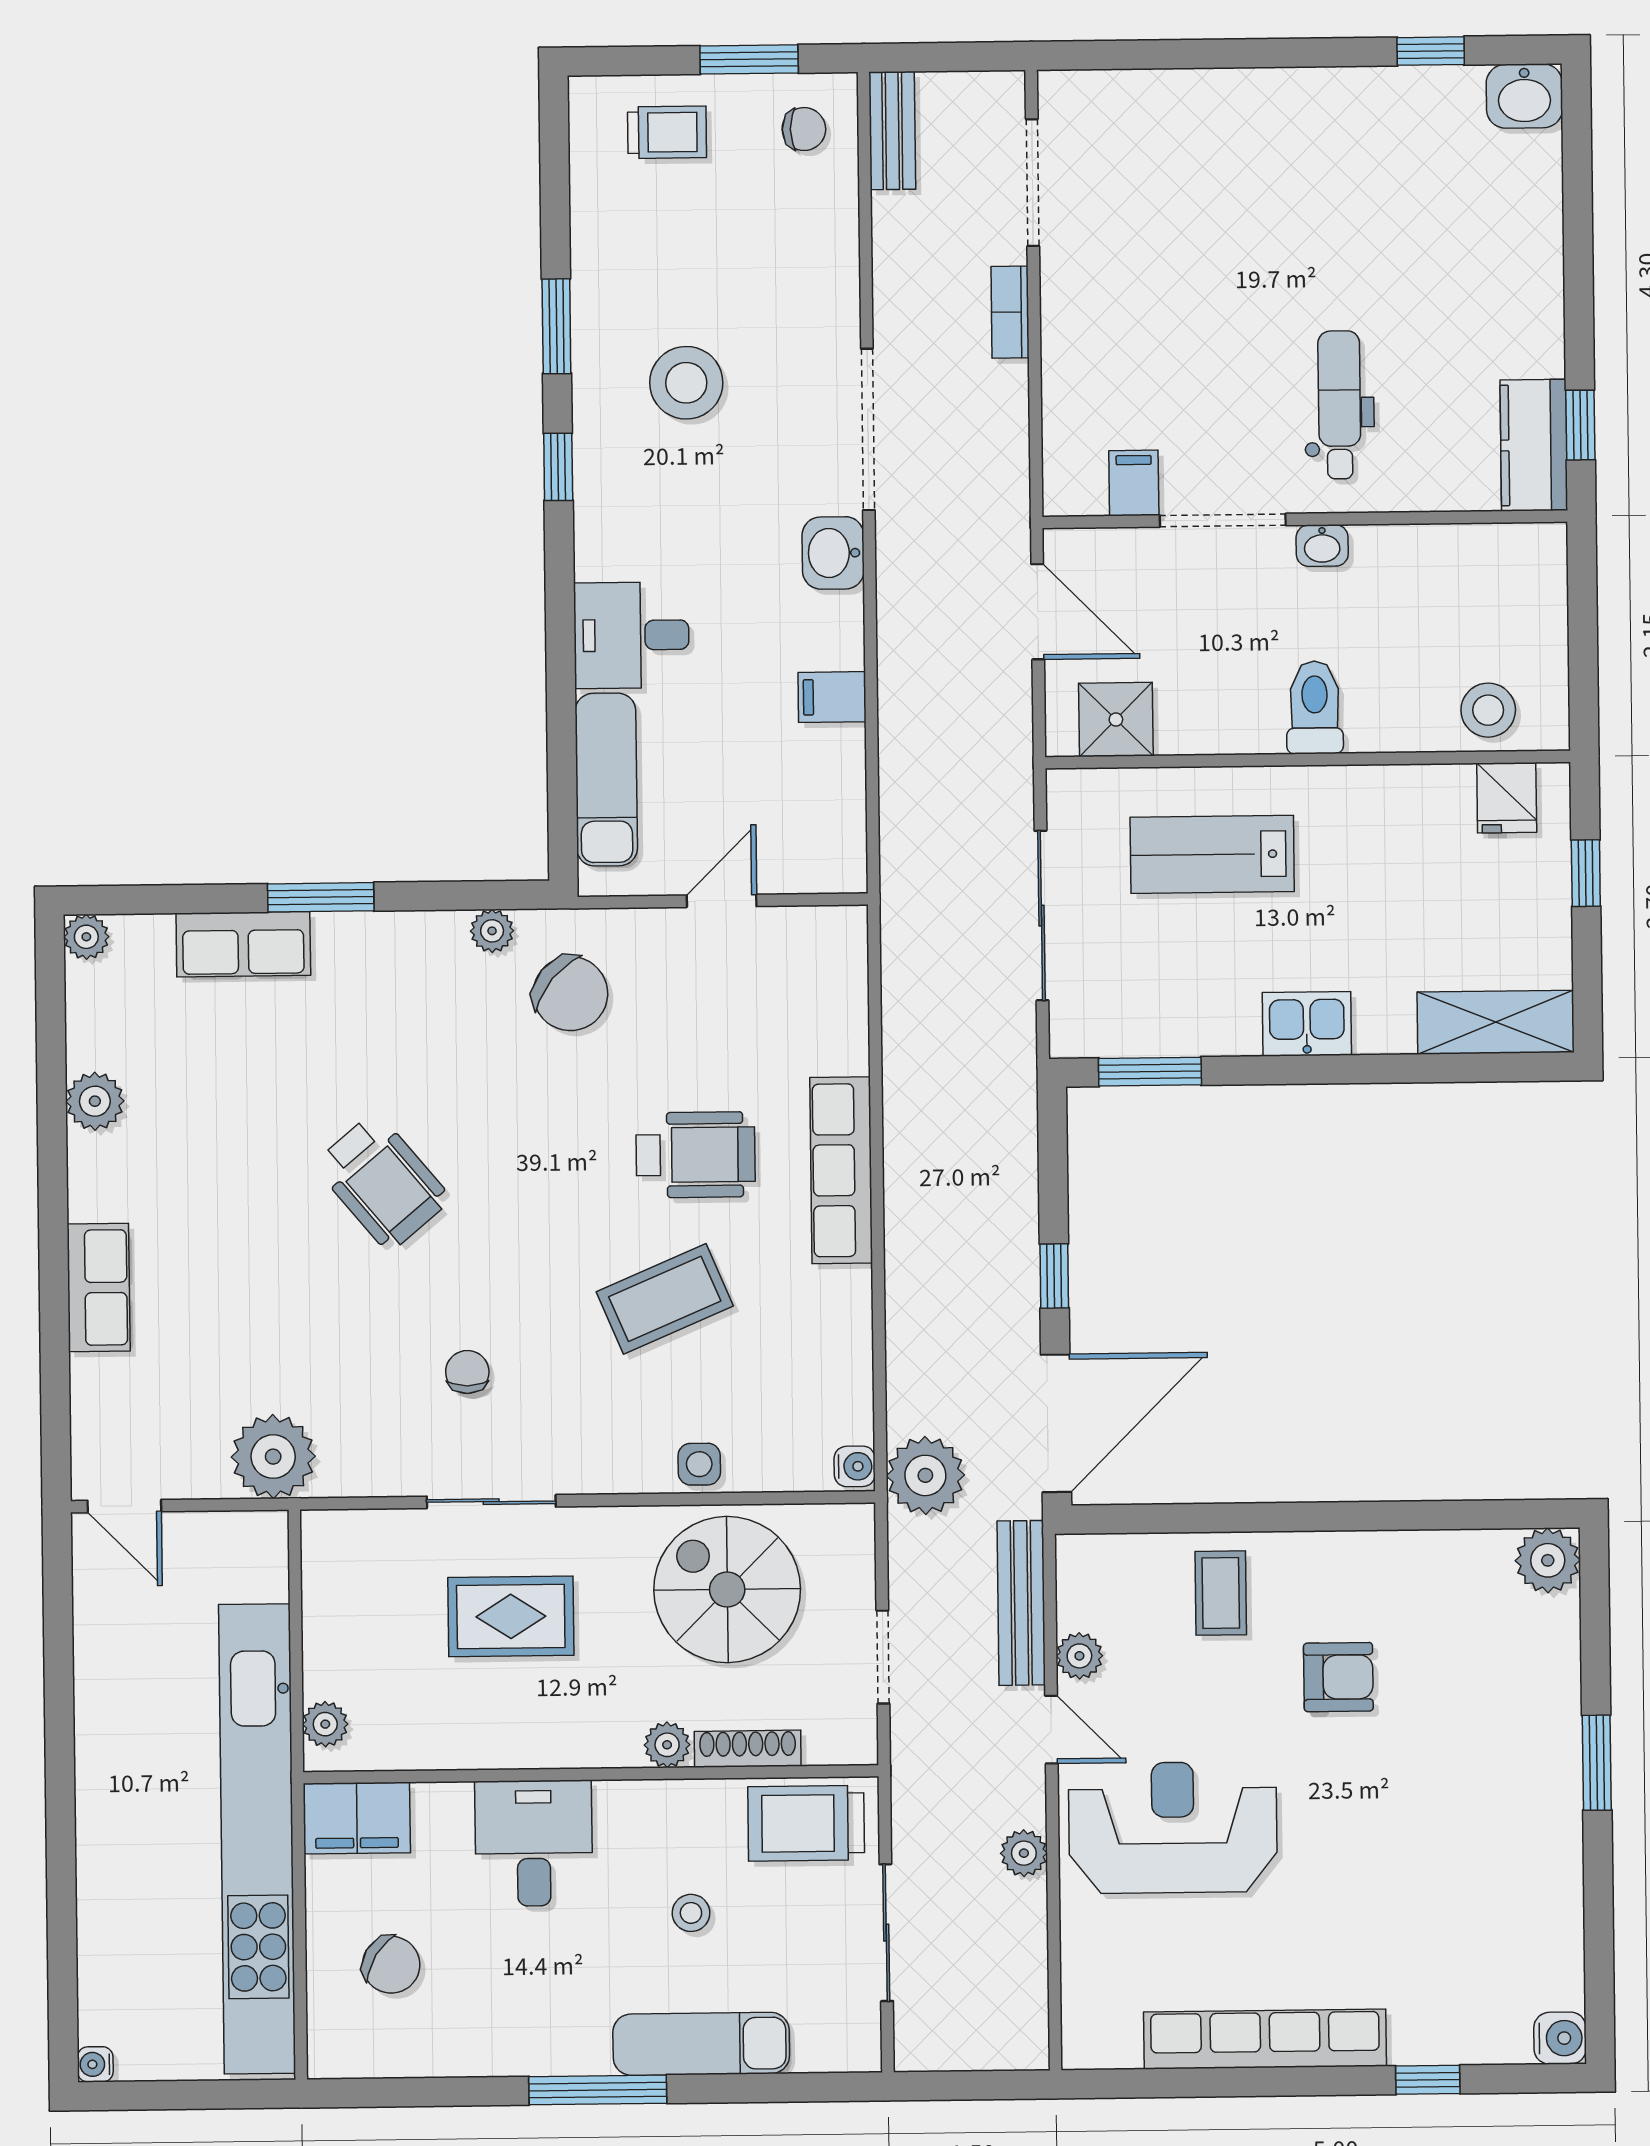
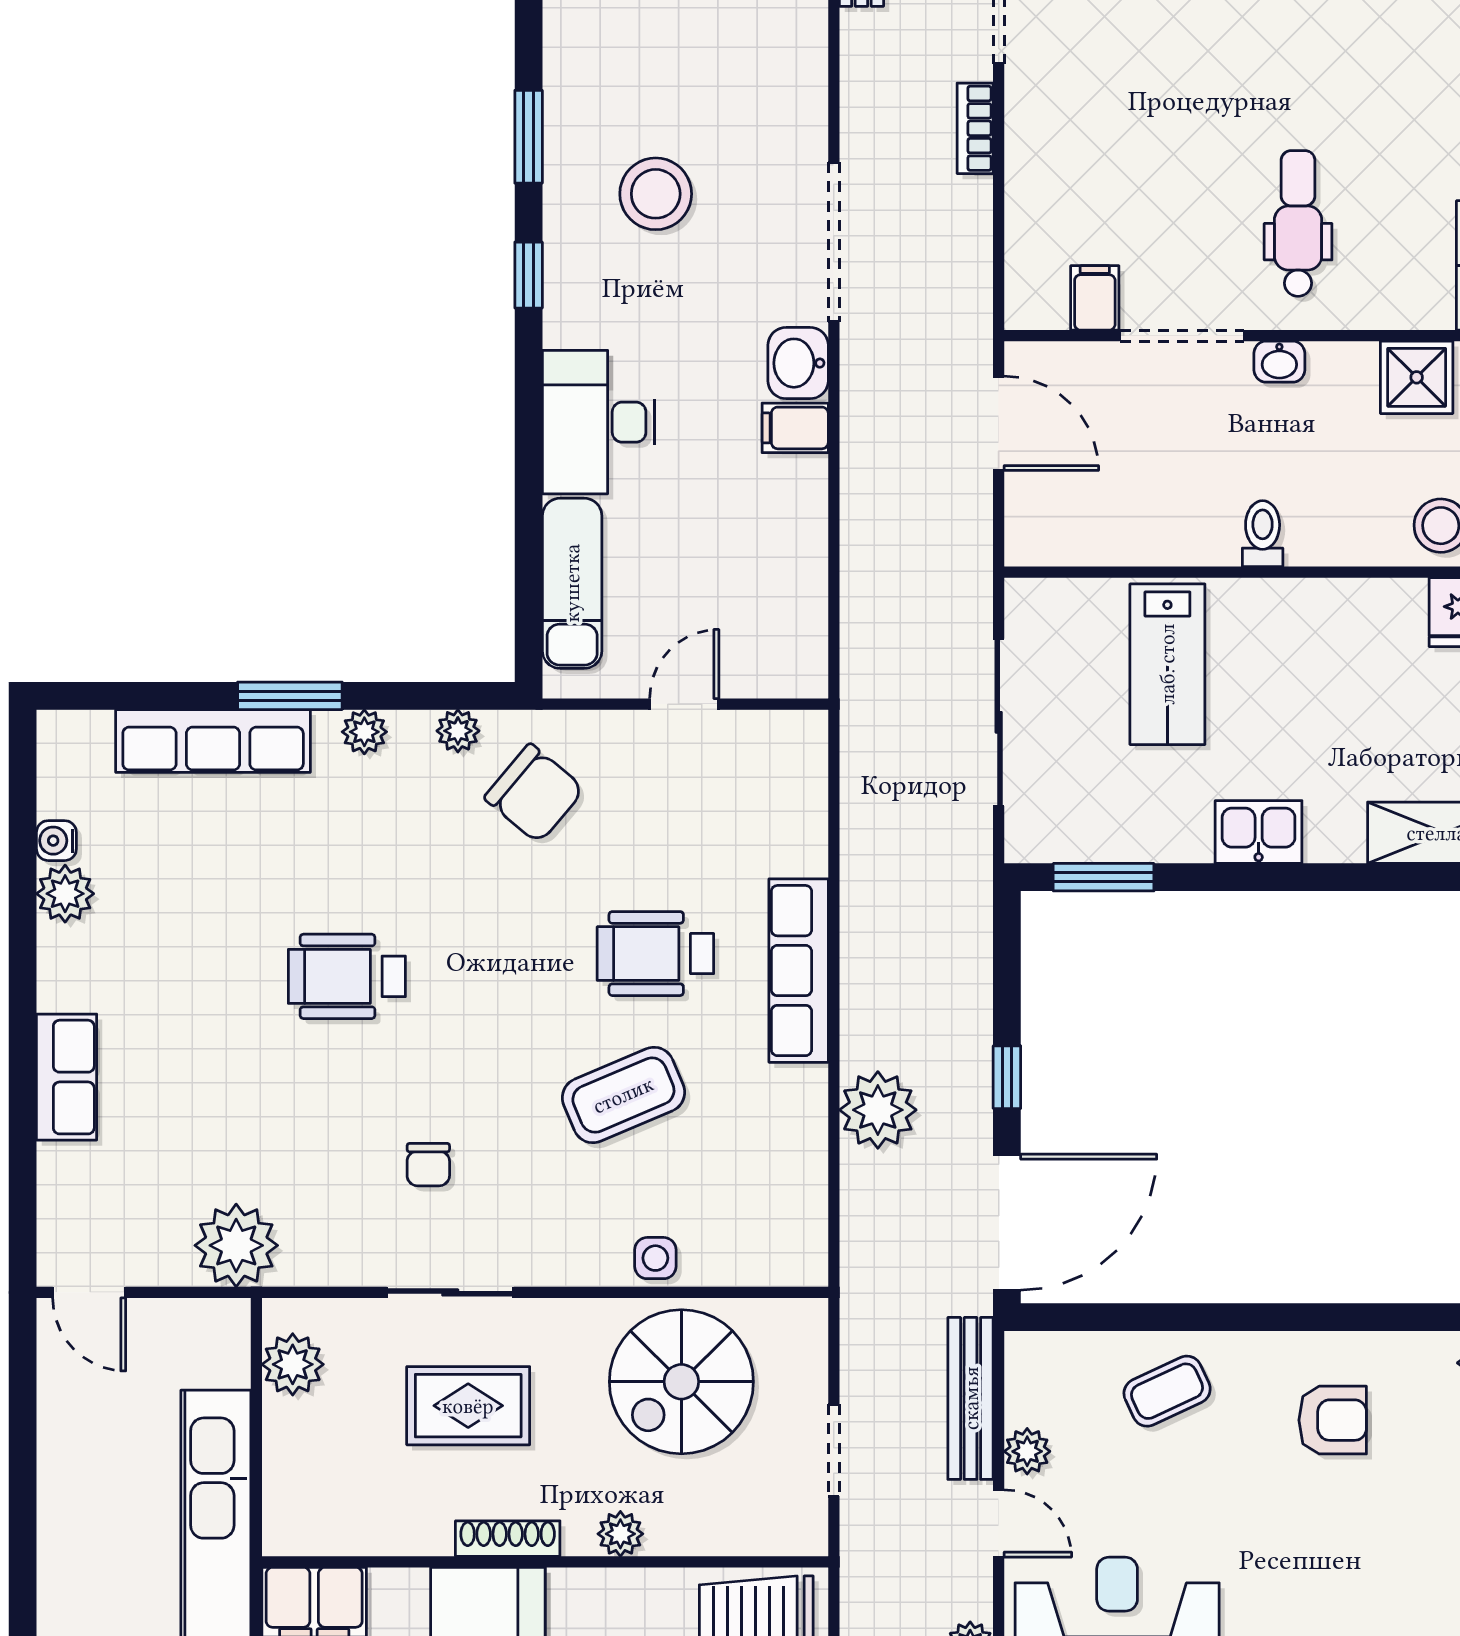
desk: (631, 635) -> (599, 422), width x1.37
filing cabinet: (832, 697) -> (795, 428), moved
toilet: (1315, 707) -> (1263, 534), width x0.73, depth x0.72
shower: (1116, 719) -> (1417, 377), moved
lab bench: (1212, 854) -> (1167, 664), turned -90
plant: (86, 937) -> (364, 732), moved
row of seats: (243, 944) -> (213, 741), width x1.48
wheelchair: (696, 1155) -> (655, 954), turned 180
wheelchair: (382, 1182) -> (347, 976), turned 130
chair: (467, 1372) -> (428, 1165), turned 180
water cooler: (855, 1466) -> (56, 841), moved, turned 180
plant: (925, 1475) -> (878, 1110), moved
spiral stairs: (727, 1590) -> (681, 1382), turned -90
coffee table: (1221, 1593) -> (1167, 1391), turned 65
armchair: (1338, 1677) -> (1333, 1420), moved
plant: (325, 1724) -> (293, 1364), moved, width x1.38, depth x1.38
shoe rack: (748, 1749) -> (508, 1539), moved

